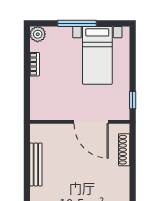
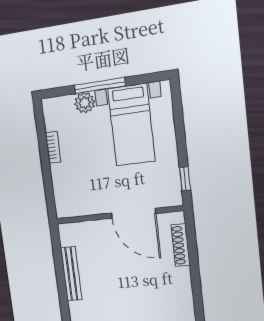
plant: (38, 34) -> (85, 103), moved

